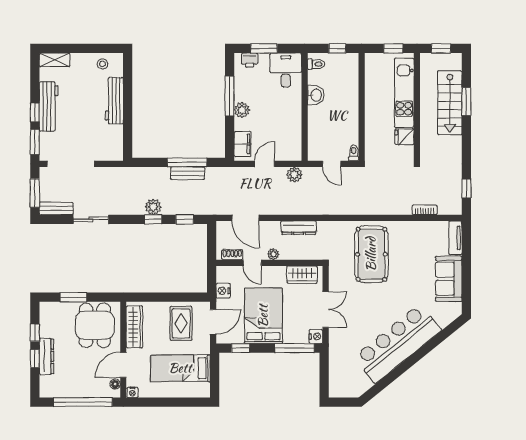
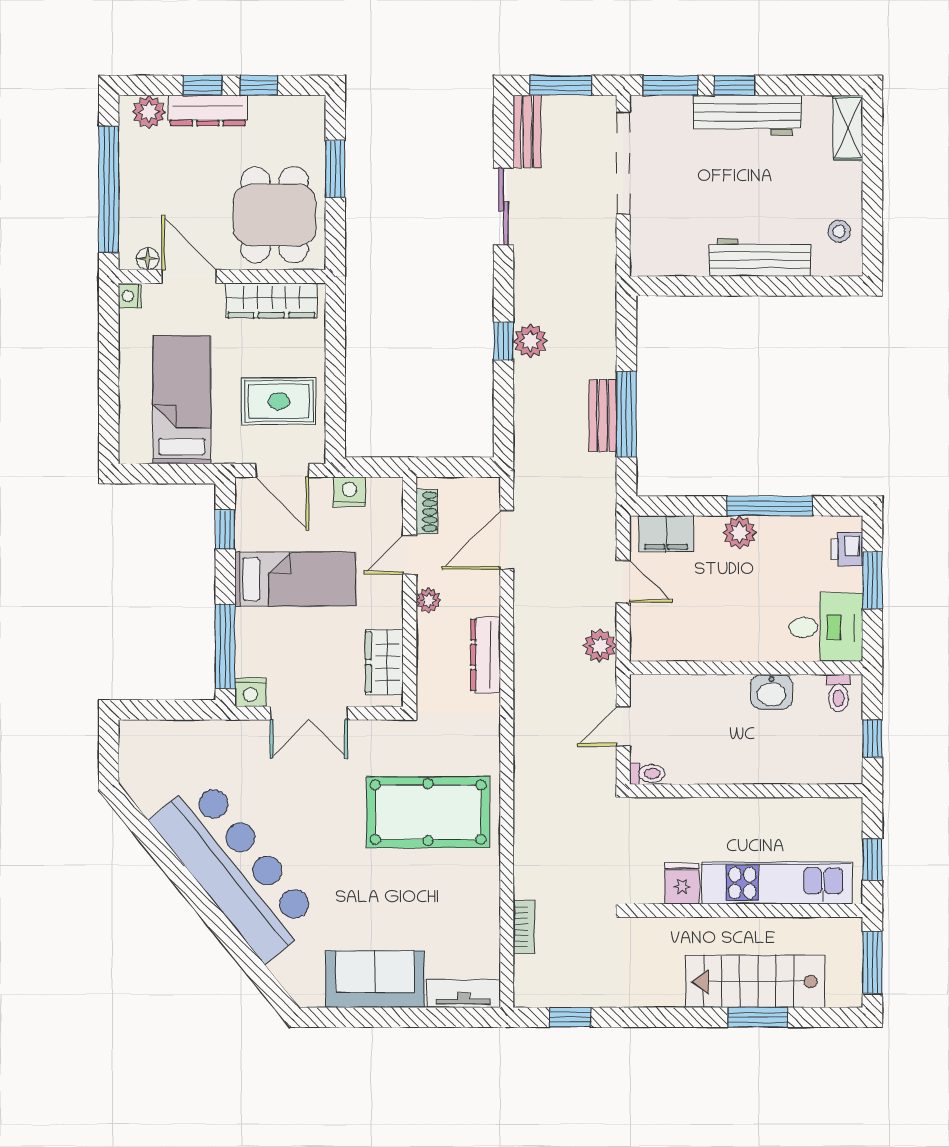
window: (441, 48) -> (872, 962), width x1.50
window: (185, 219) -> (503, 409), removed
bed: (263, 316) -> (295, 579), width x0.67
dining table: (95, 325) -> (275, 215), turned 90
plant: (47, 384) -> (149, 112), added

